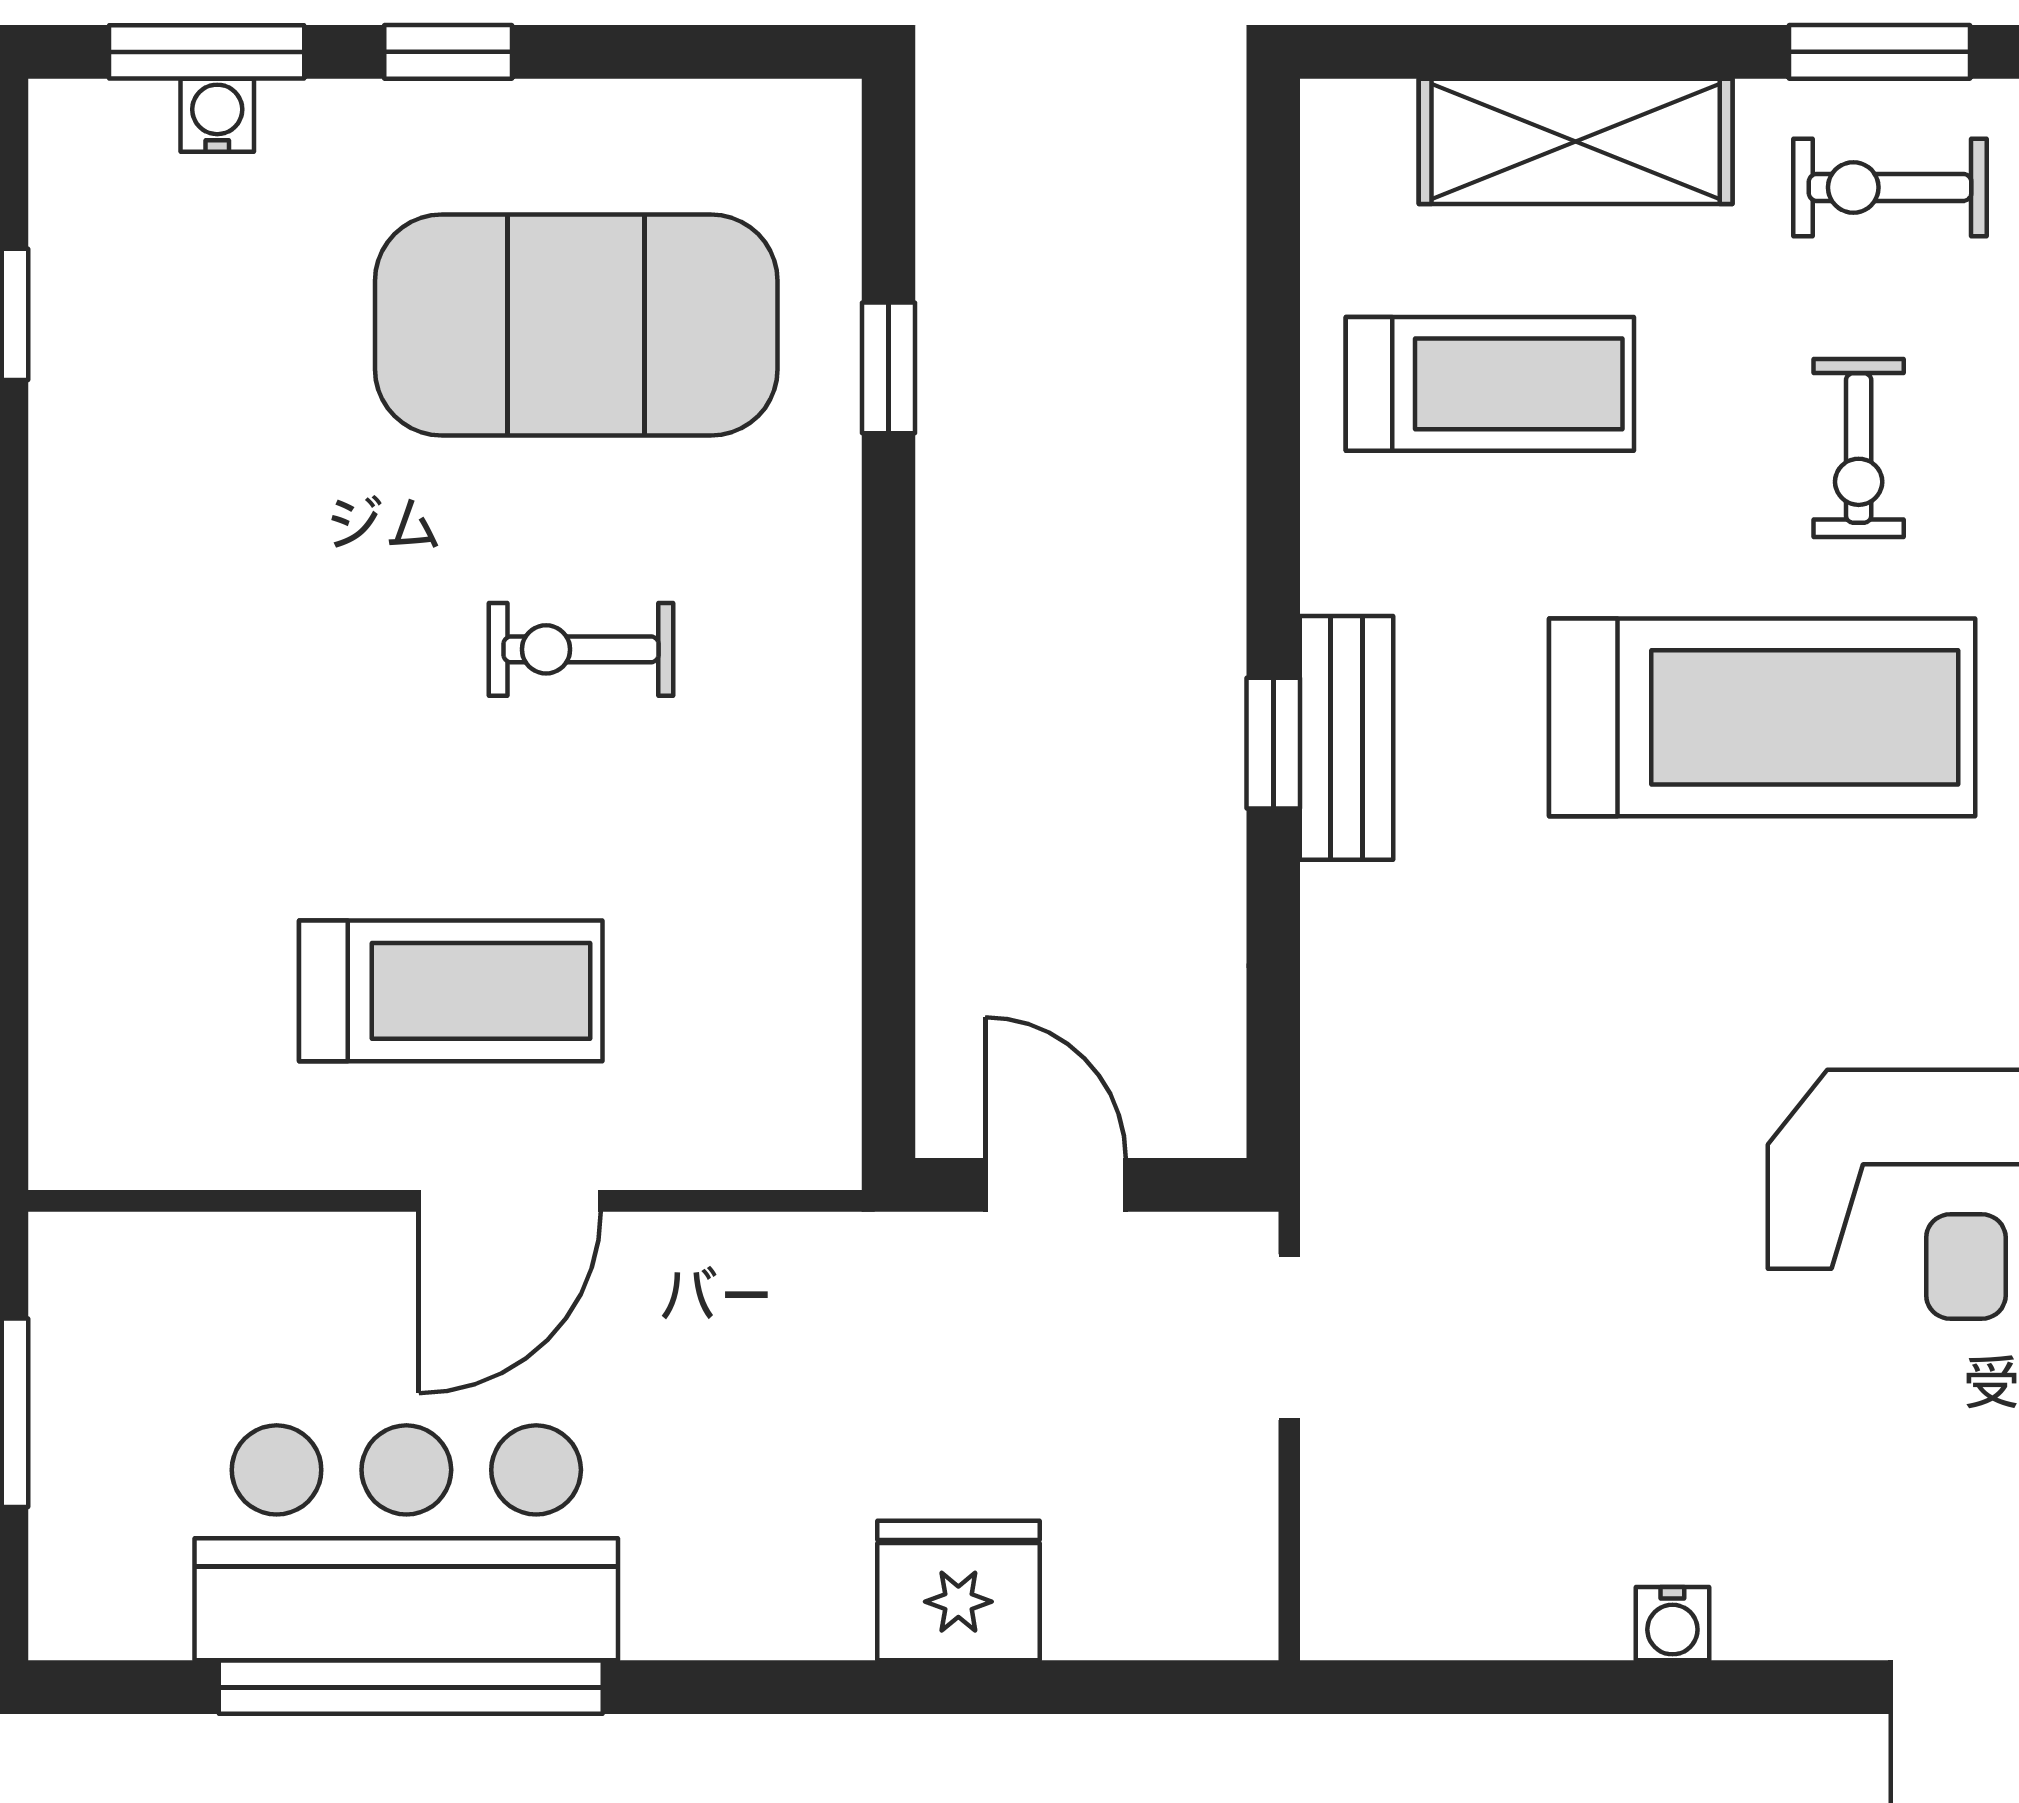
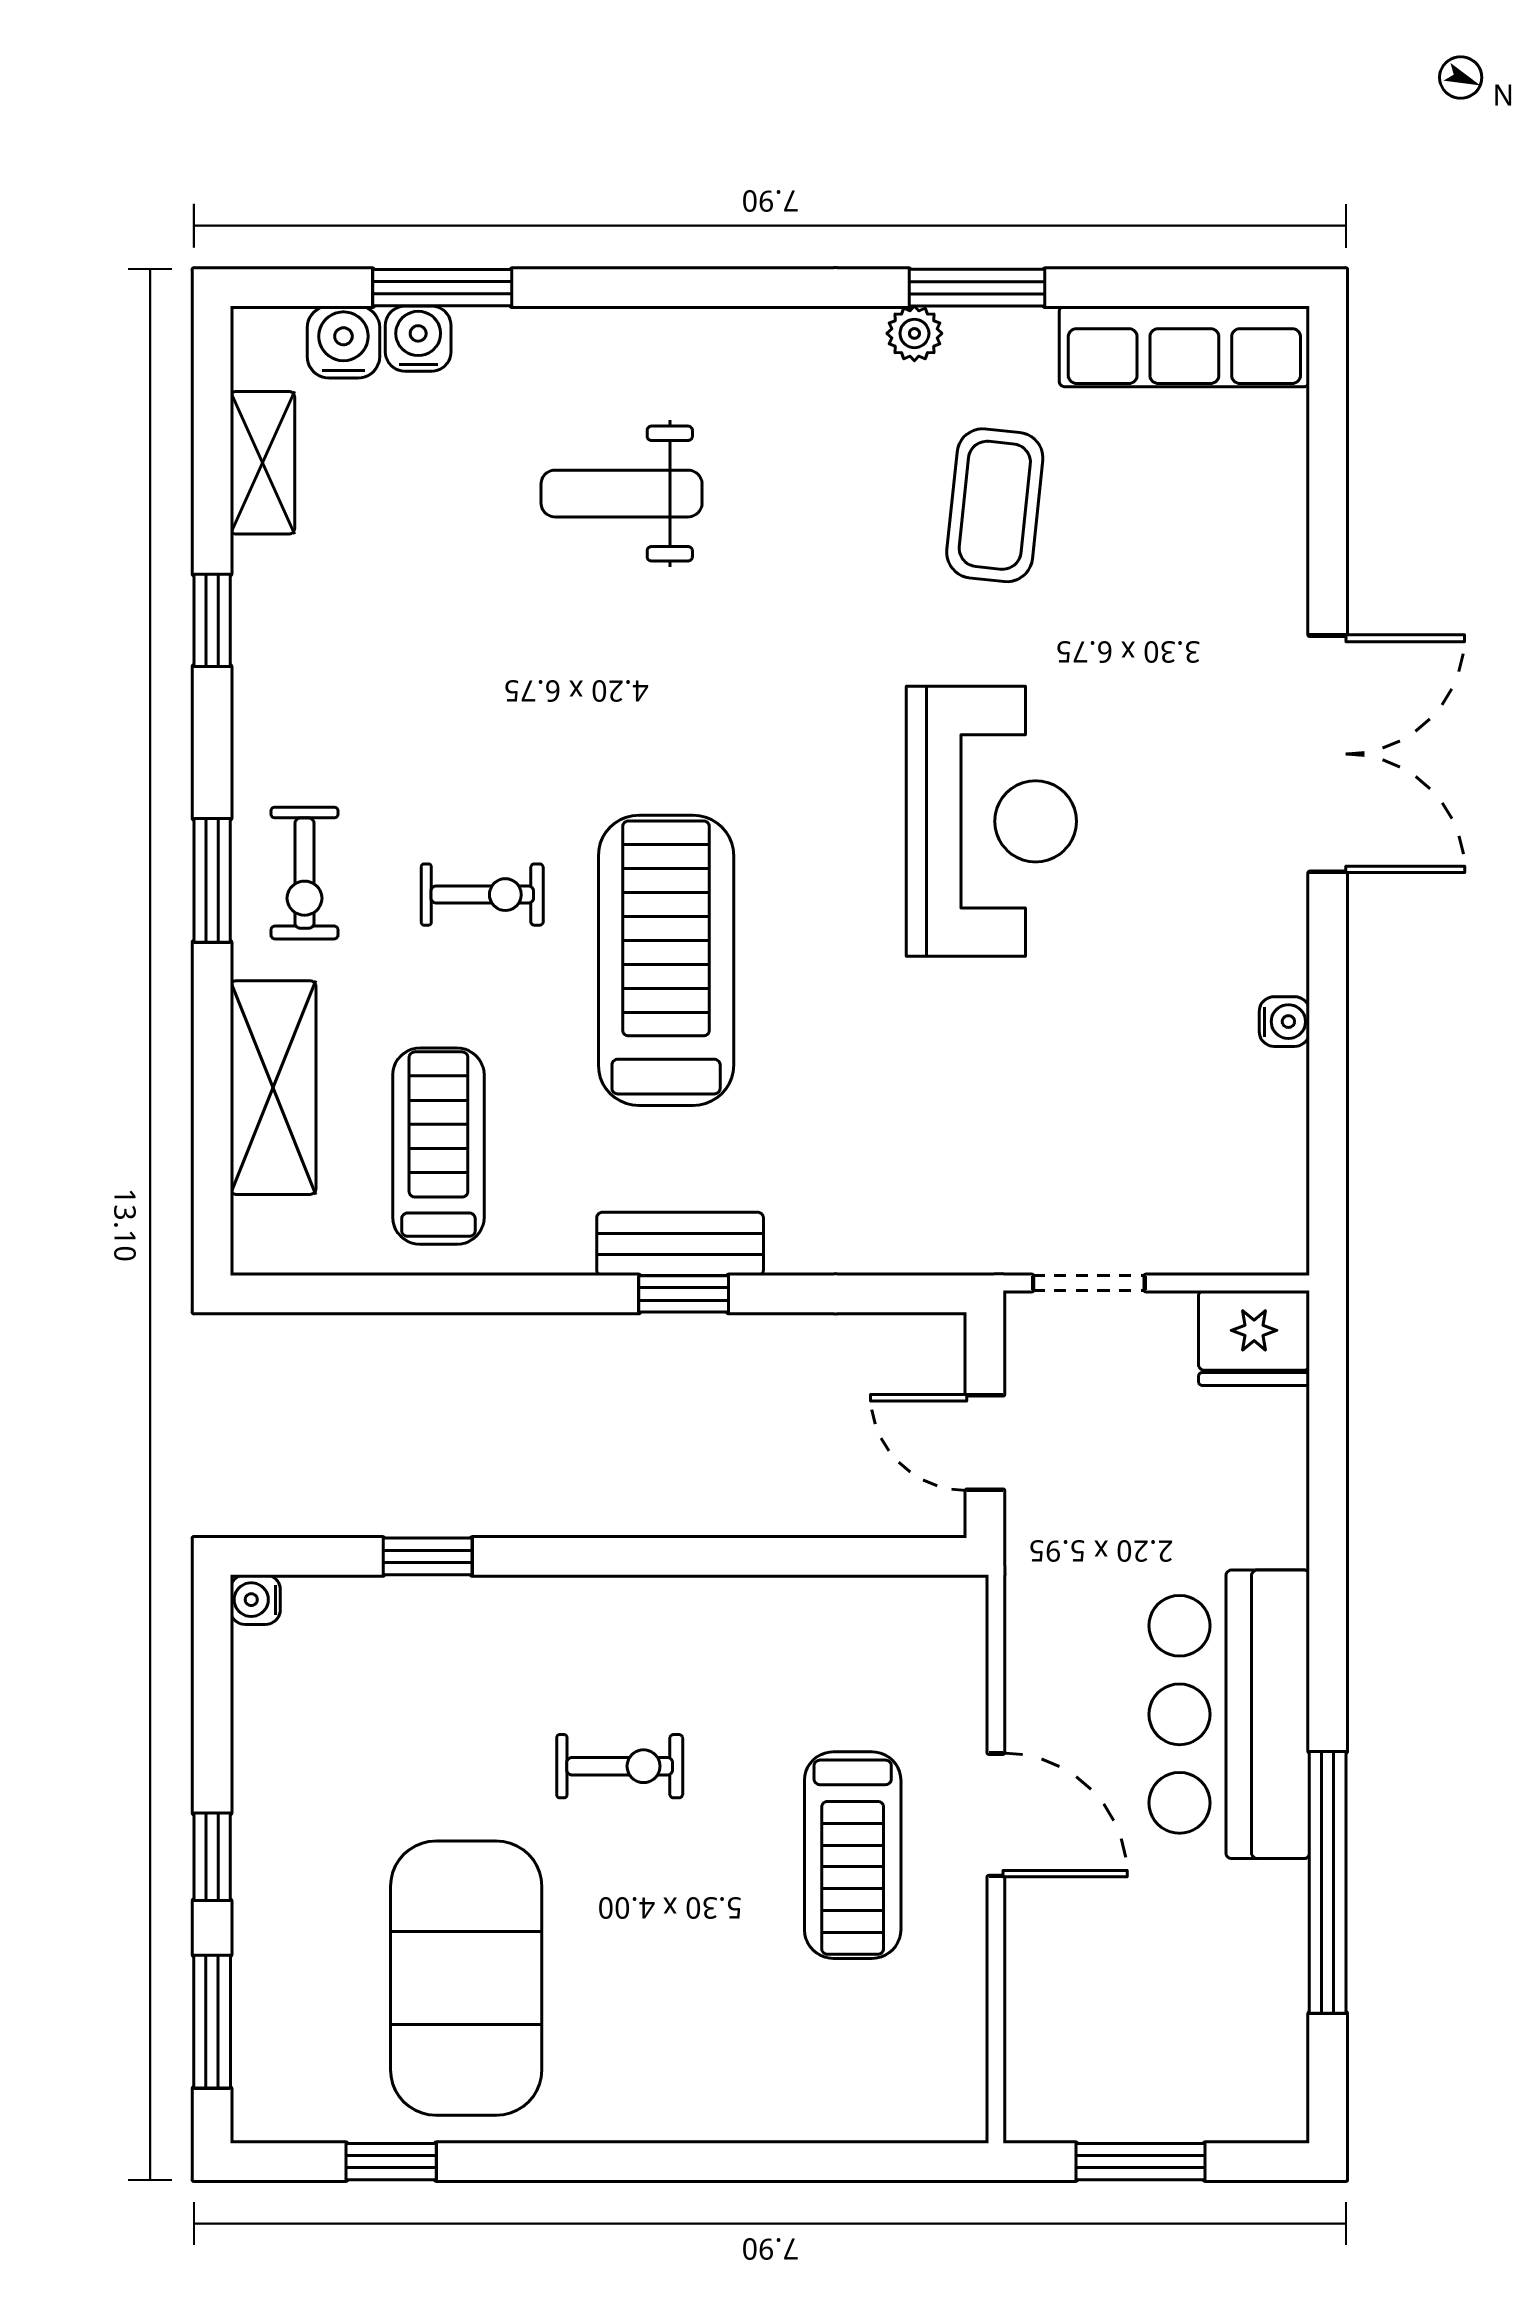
water cooler: (217, 115) -> (255, 1600), moved
exercise mat: (576, 325) -> (466, 1978), moved
exercise bike: (581, 649) -> (620, 1766), turned -90
treadmill: (451, 991) -> (853, 1855), turned 180
door: (1055, 1185) -> (985, 1442), hinge flipped
bar counter: (406, 1543) -> (1229, 1714), moved
fridge: (958, 1590) -> (1254, 1338), moved, turned -90

